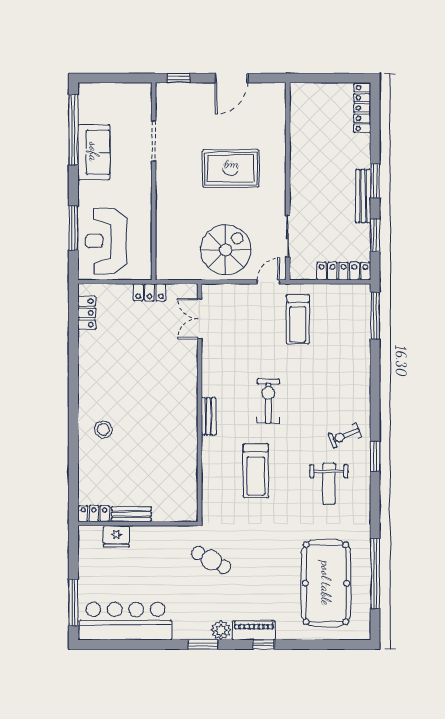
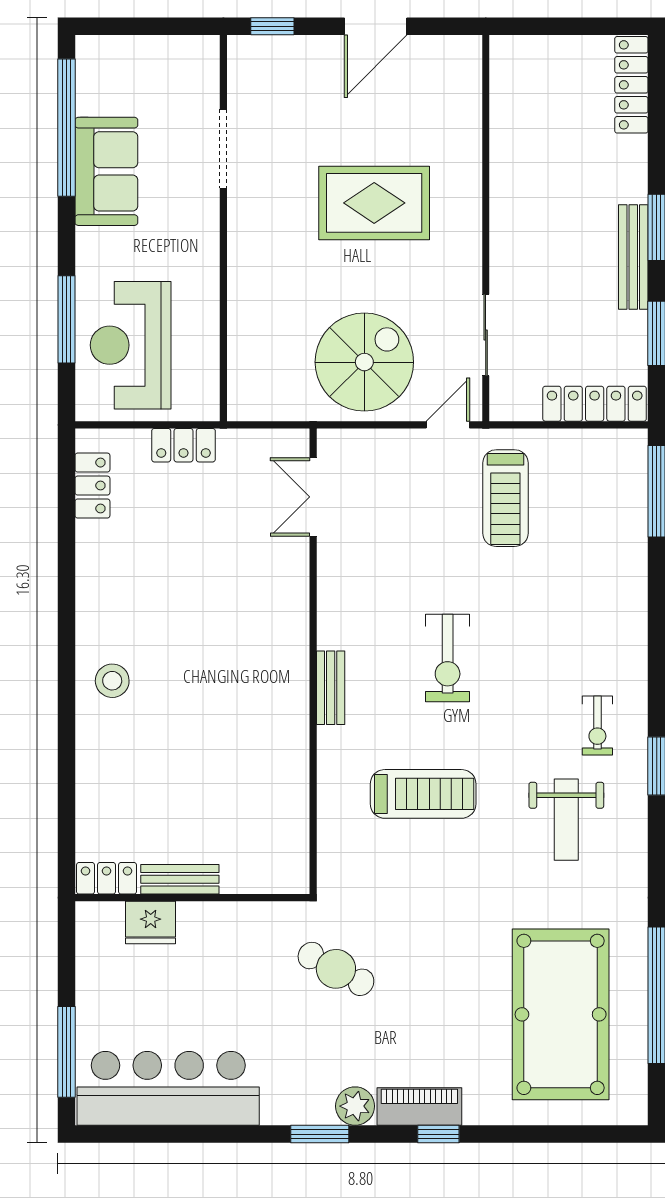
locker: (149, 292) -> (183, 445), moved
exercise bike: (268, 401) -> (448, 658), turned 180
stool: (103, 429) -> (112, 681), moved
exercise bike: (345, 436) -> (597, 725), turned -68
treadmill: (256, 471) -> (423, 794), turned -90

